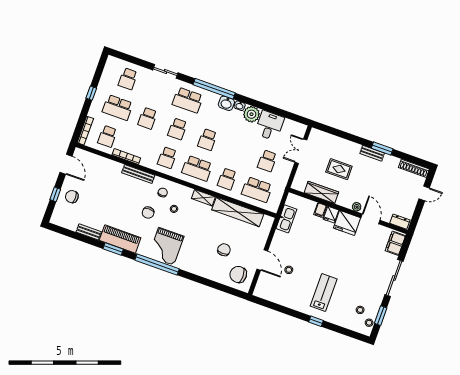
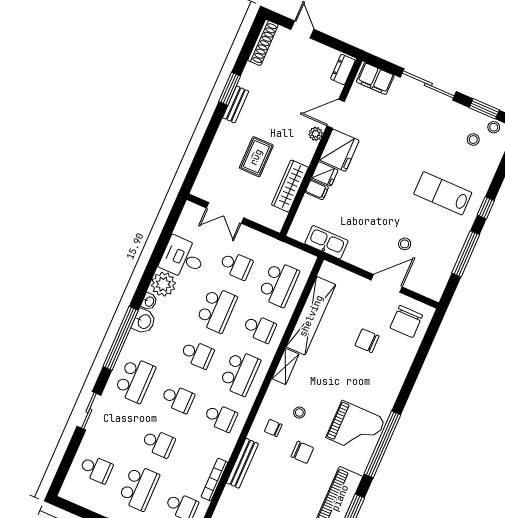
school desk: (237, 150) -> (217, 310), added
window: (285, 310) -> (466, 254), added

